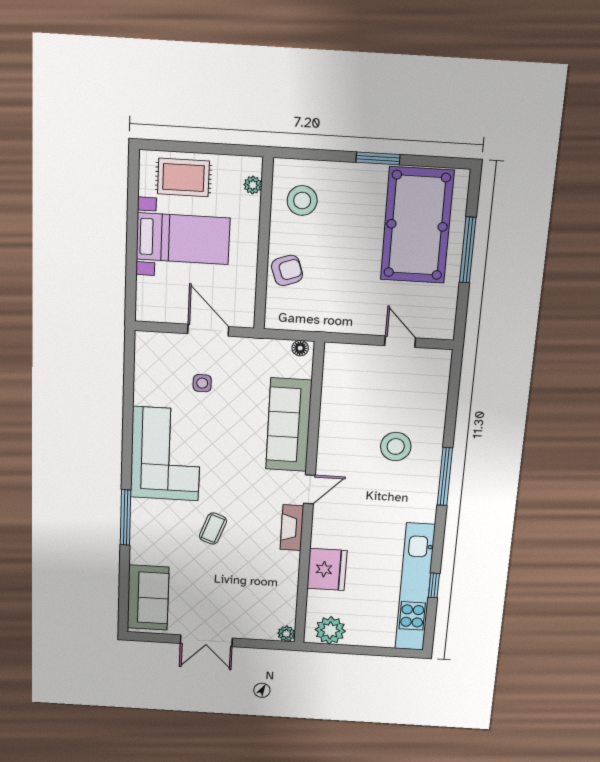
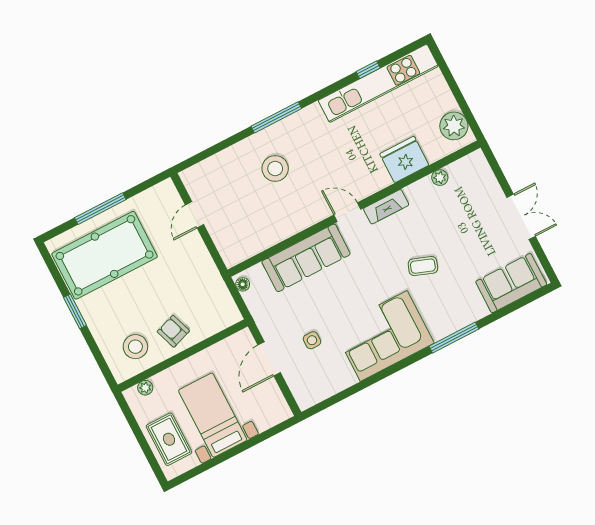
armchair: (287, 270) -> (173, 331), moved
plant: (286, 634) -> (440, 178), moved

